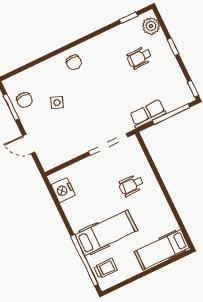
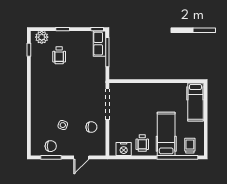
chair: (74, 62) -> (91, 127), moved
row of seats: (148, 114) -> (100, 44), moved
wheelchair: (131, 185) -> (142, 143), moved

